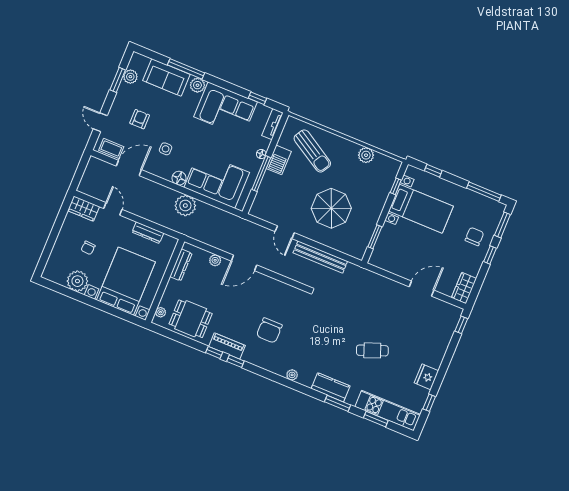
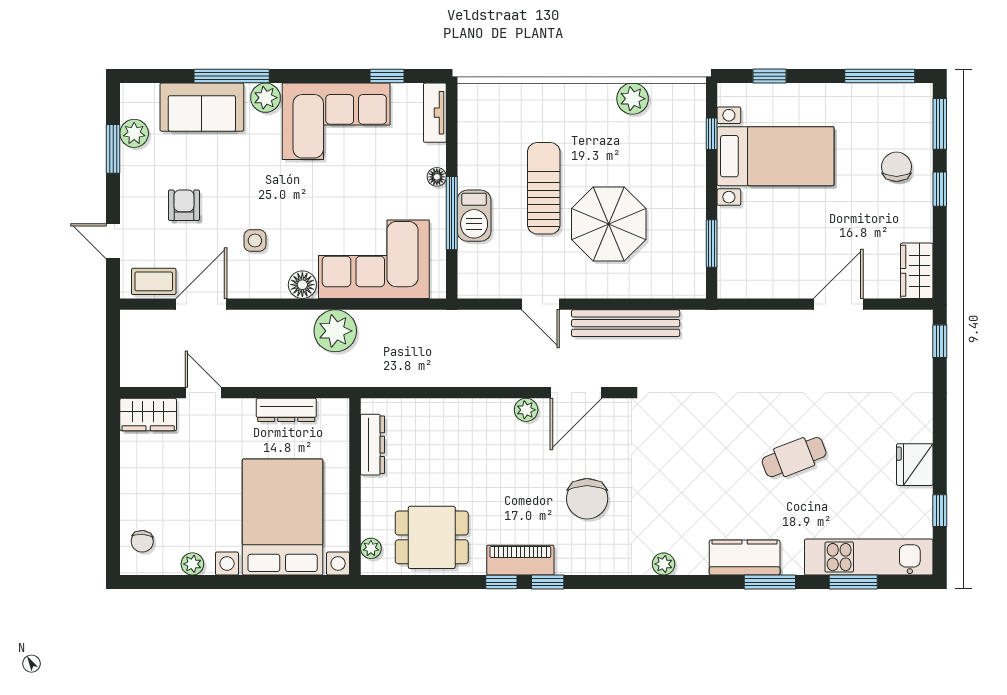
sun lounger: (312, 151) -> (544, 188), moved, turned -121
barbecue: (279, 160) -> (474, 216), moved
chair: (88, 248) -> (142, 541), moved
plant: (215, 260) -> (526, 410), moved
door: (244, 263) -> (576, 393), moved
plant: (77, 281) -> (192, 564), width x0.53, depth x0.53

